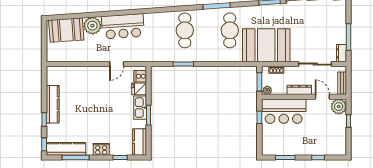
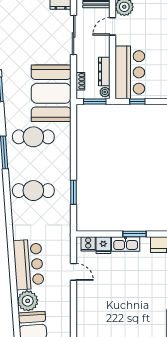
dresser: (299, 90) -> (104, 72), moved

